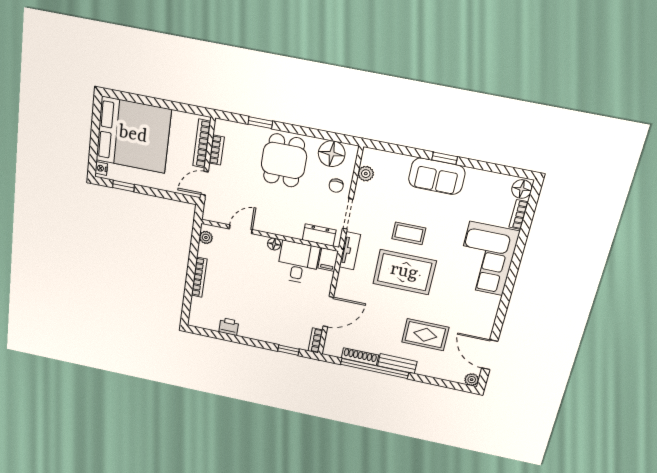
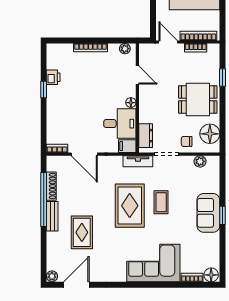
window: (288, 350) -> (44, 89), moved

